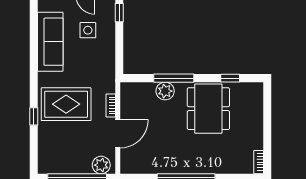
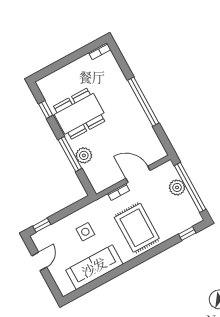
side table: (88, 30) -> (85, 232), moved
window: (34, 116) -> (187, 234), moved
plant: (101, 165) -> (177, 187), moved

